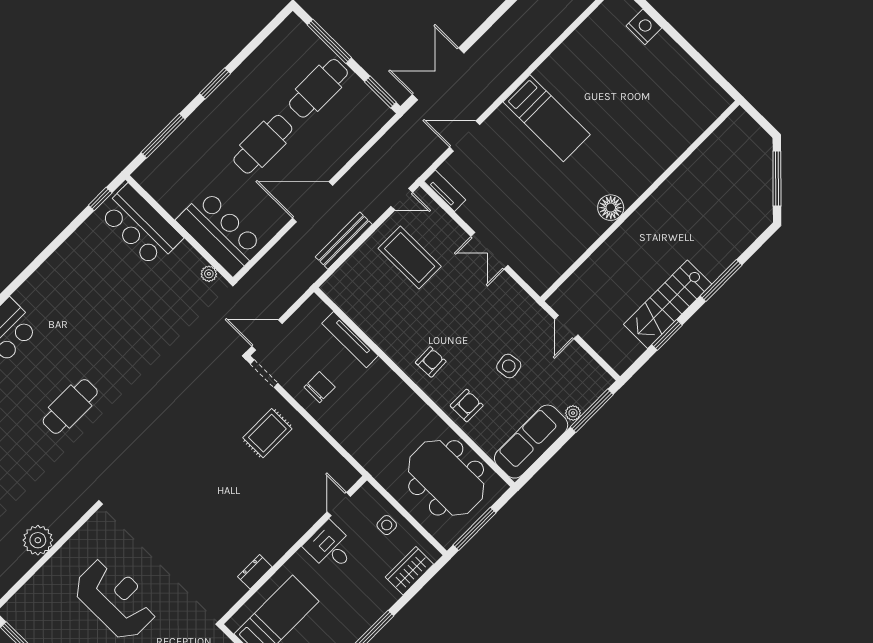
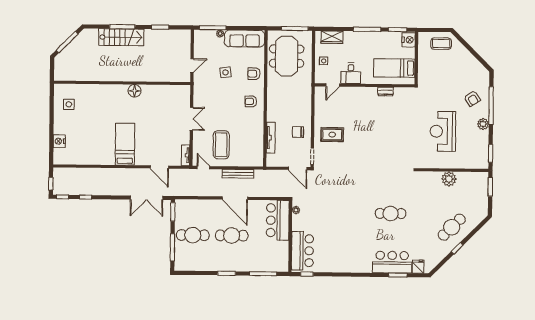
side table: (684, 93) -> (69, 104), added
stairs: (668, 304) -> (121, 37), moved

